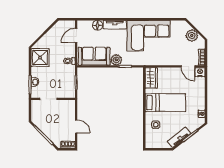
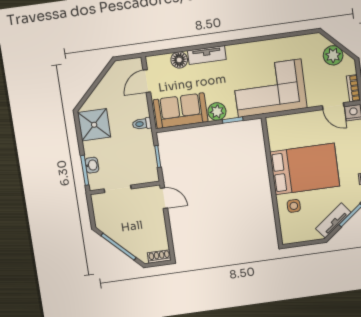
corner sofa: (149, 36) -> (270, 88), moved, turned 180
wardrobe: (151, 78) -> (277, 133), removed
bed: (165, 103) -> (305, 169), width x1.50
door: (76, 126) -> (164, 198), moved

